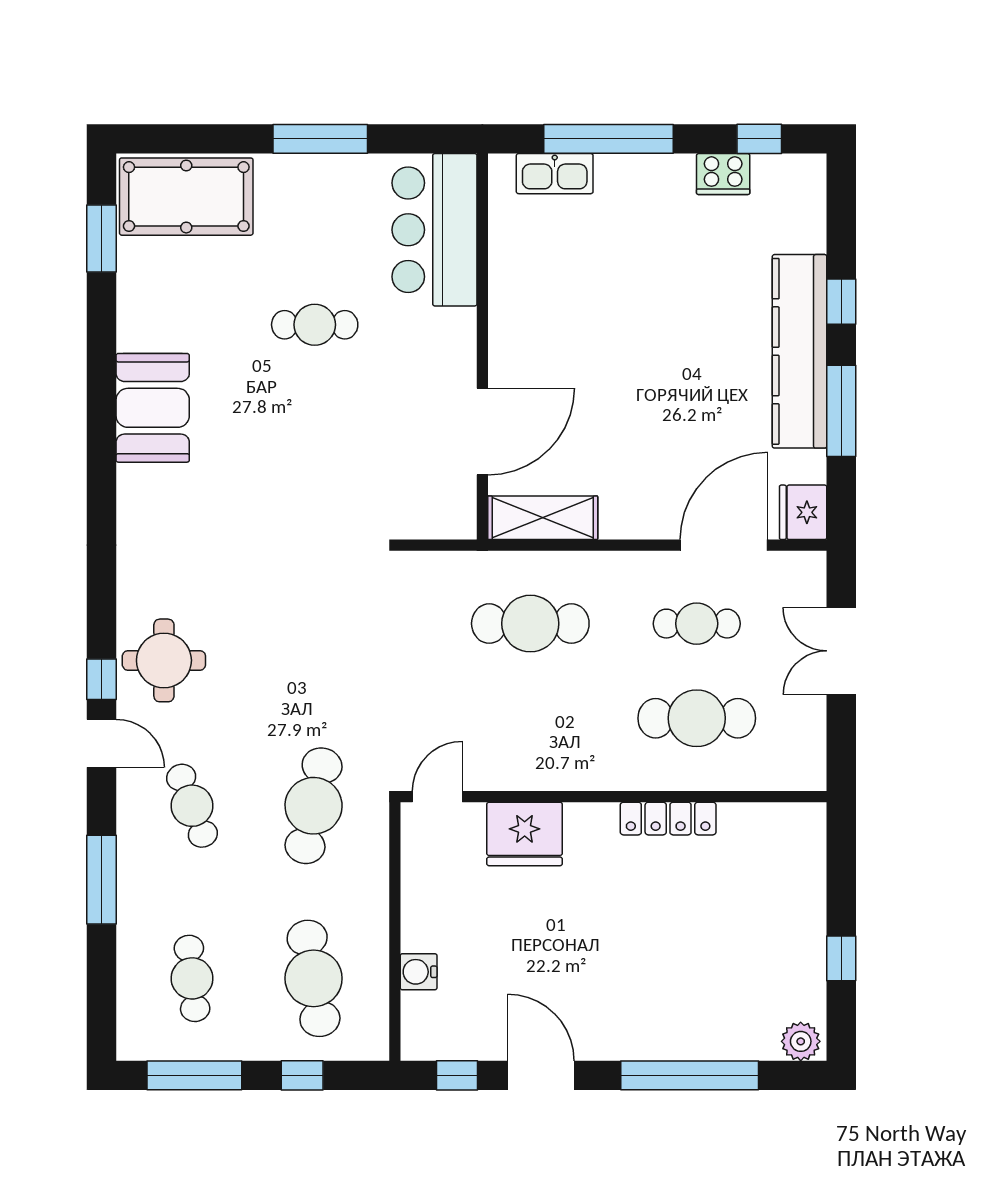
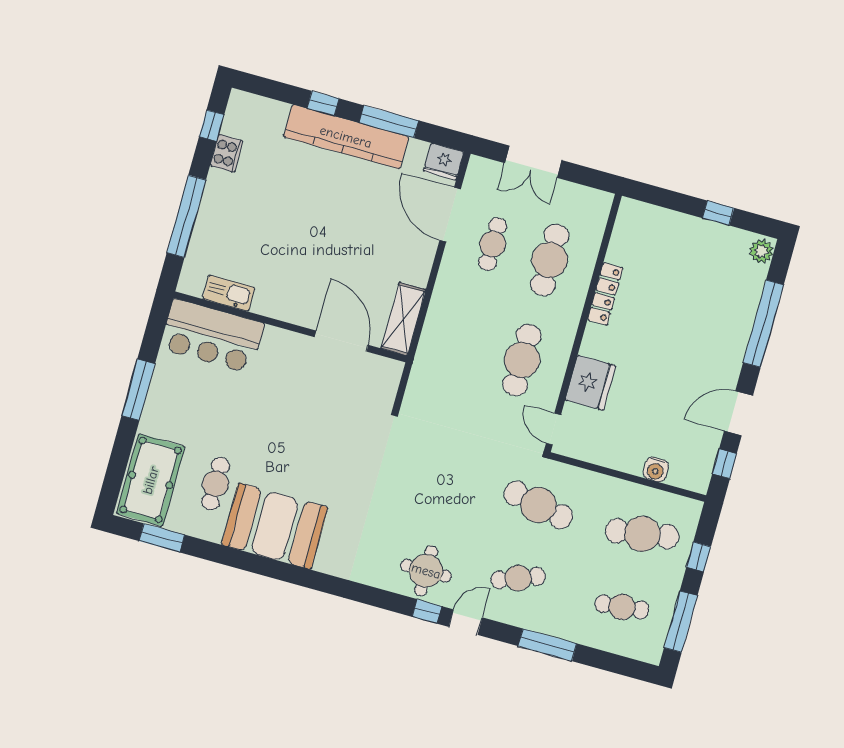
kitchen sink: (555, 174) -> (229, 293), moved, turned -90
cafe table: (315, 325) -> (216, 484), moved
booth: (153, 408) -> (275, 526), width x1.36, depth x1.42
cafe table: (530, 624) -> (522, 360), moved

